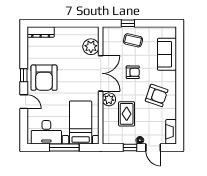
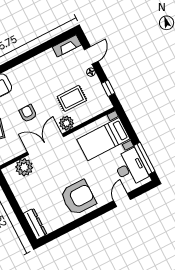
window: (24, 75) -> (86, 219), removed
armchair: (157, 95) -> (39, 78), removed
door: (24, 102) -> (122, 200), moved
window: (64, 147) -> (144, 158), moved
window: (130, 147) -> (108, 88), moved

